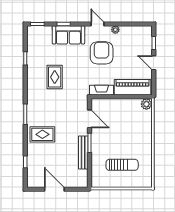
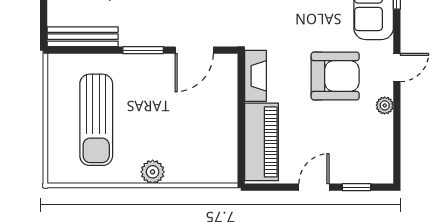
plant: (146, 104) -> (153, 172), moved
bench: (83, 152) -> (83, 37), moved
sun lounger: (122, 165) -> (96, 120), width x1.36, depth x1.34

